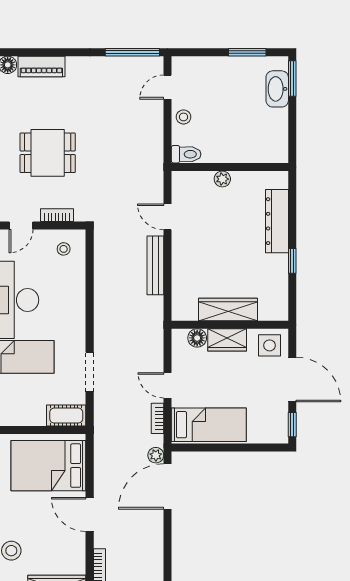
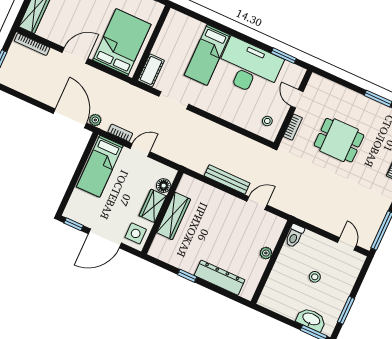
stool: (184, 117) -> (315, 277), moved
dining table: (48, 153) -> (339, 140), turned 90

